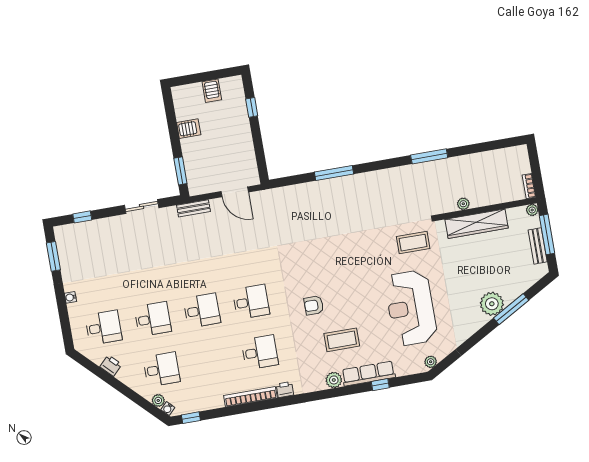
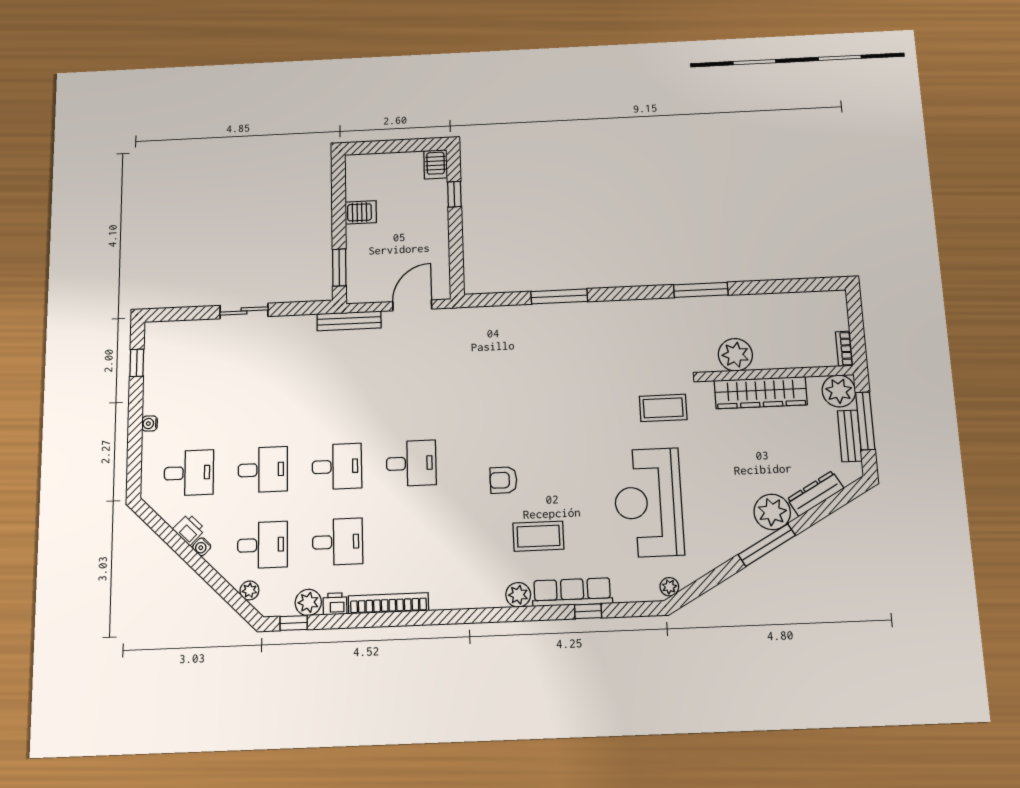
server rack: (212, 91) -> (436, 164), moved
door: (235, 192) -> (412, 305), swing flipped
plant: (463, 204) -> (735, 355), width x1.87, depth x1.87
sliding door: (142, 207) -> (244, 311), moved
bench: (193, 208) -> (349, 321), width x1.36
plant: (532, 210) -> (839, 391), width x1.88, depth x1.88
window: (82, 217) -> (189, 314), removed
window: (53, 256) -> (137, 363), width x0.67
dresser: (519, 288) -> (816, 494), added
window: (511, 309) -> (767, 545), moved
desk: (260, 352) -> (338, 542), moved
printer: (285, 390) -> (335, 604), moved
plant: (198, 403) -> (308, 602), added
water cooler: (168, 409) -> (202, 547), moved

